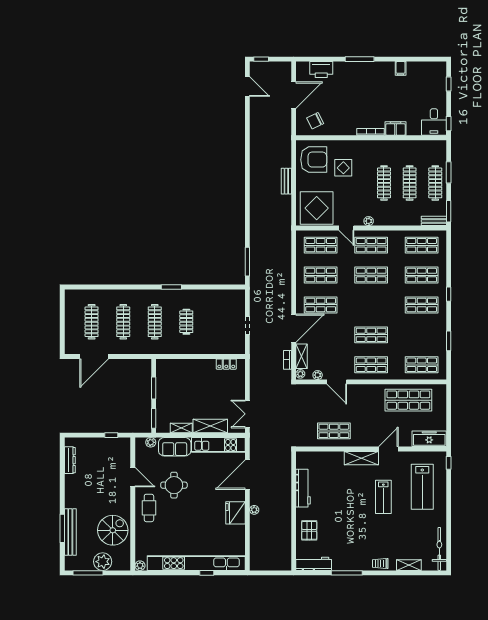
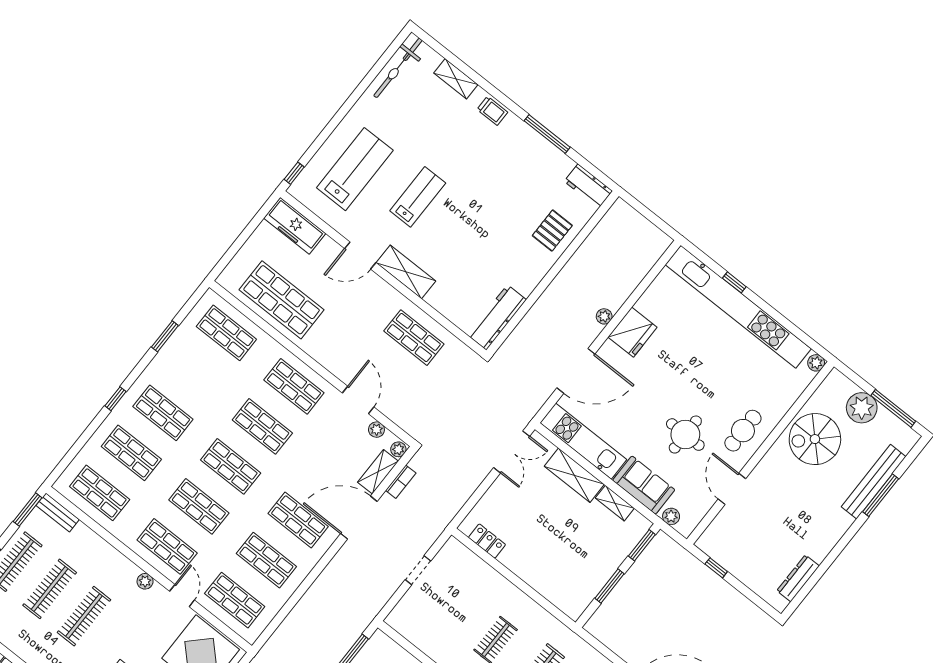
shop shelf: (371, 305) -> (231, 466), added
workbench: (303, 488) -> (497, 317), moved
workbench: (314, 564) -> (588, 186), width x0.73

